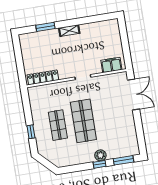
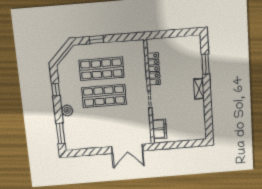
locker: (43, 77) -> (154, 69), moved
shop shelf: (58, 125) -> (102, 69), width x1.43, depth x1.36
window: (99, 164) -> (56, 90), moved

